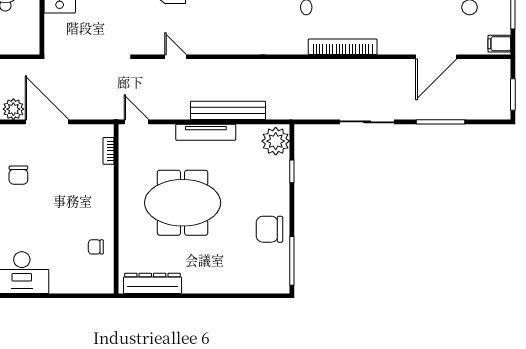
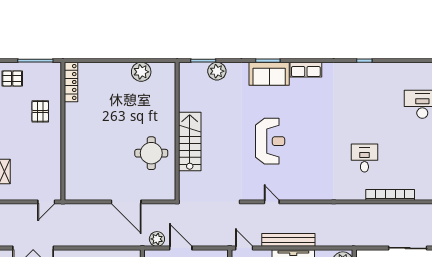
bench: (228, 110) -> (288, 240), moved
door: (47, 122) -> (181, 248), width x0.73

